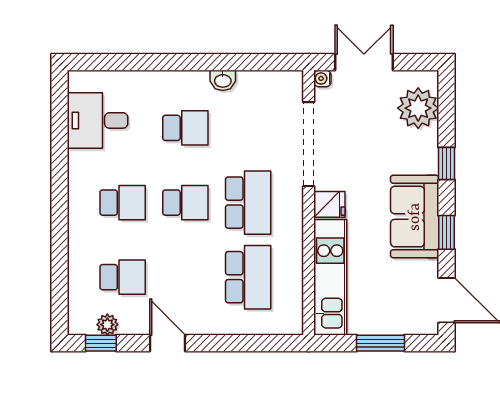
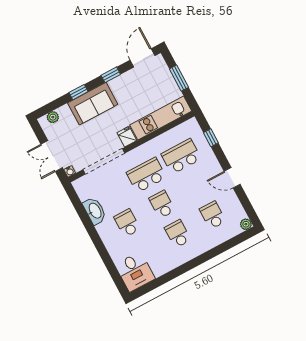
washbasin: (223, 80) -> (95, 211), width x1.91, depth x1.45
plant: (418, 108) -> (53, 117), width x0.53, depth x0.53
desk: (98, 120) -> (135, 272), moved
sofa: (415, 217) -> (93, 104), moved
plant: (107, 325) -> (246, 224), moved
window: (101, 343) -> (211, 138), moved
door: (167, 343) -> (232, 178), hinge flipped

